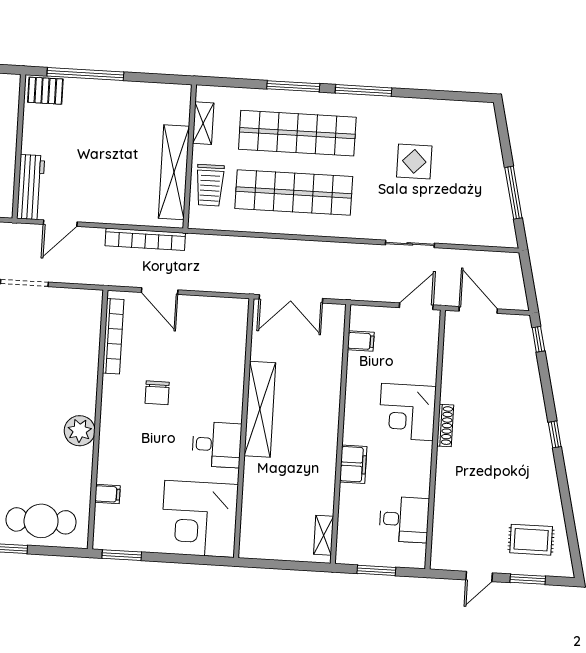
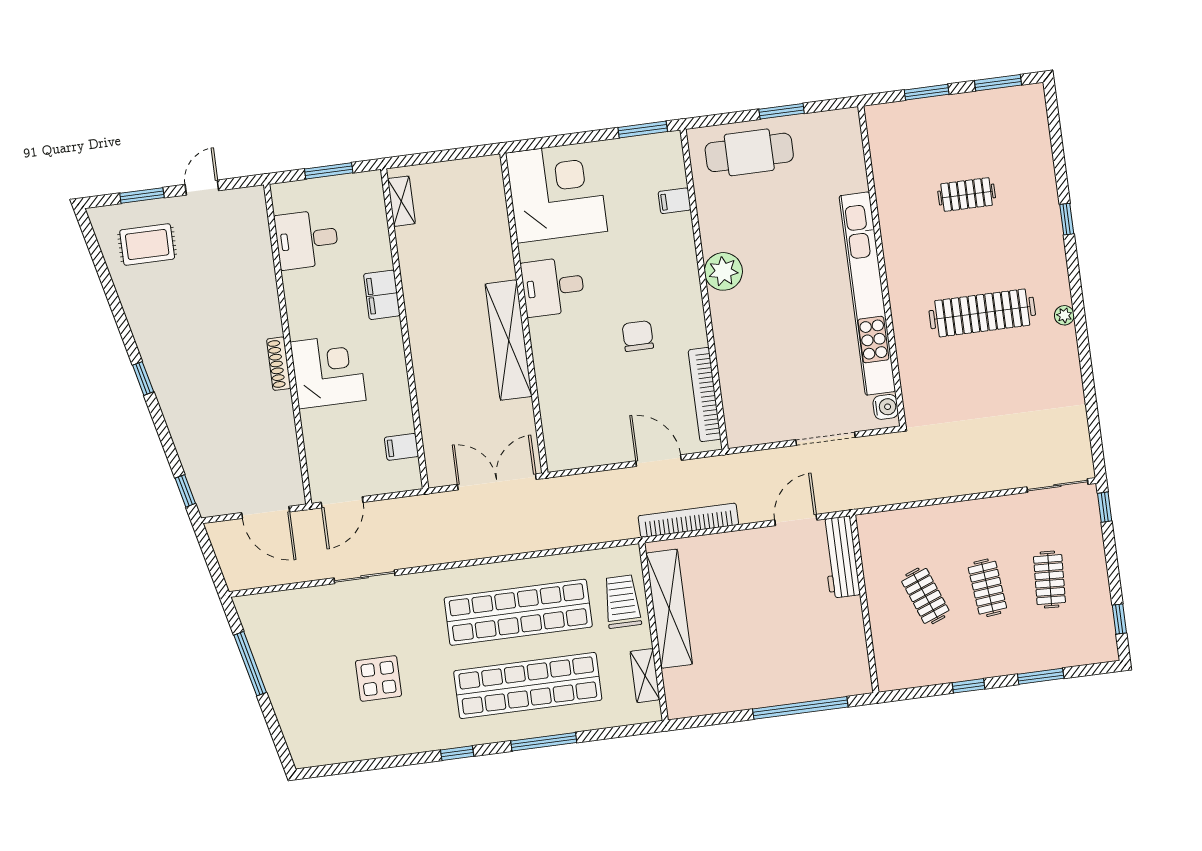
window: (363, 90) -> (457, 753), width x0.46
pallet: (45, 91) -> (845, 678), removed

